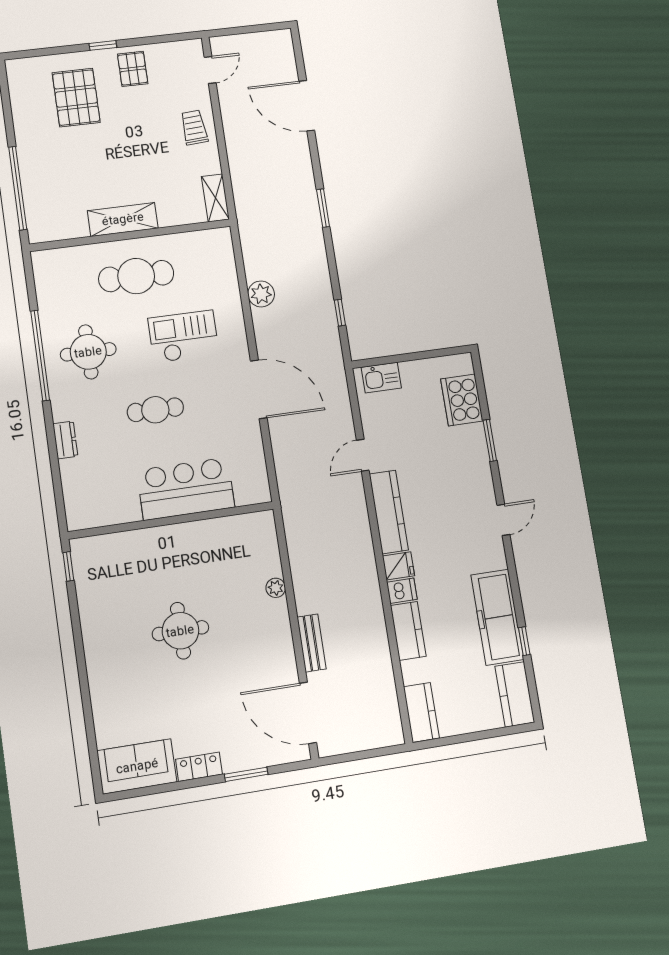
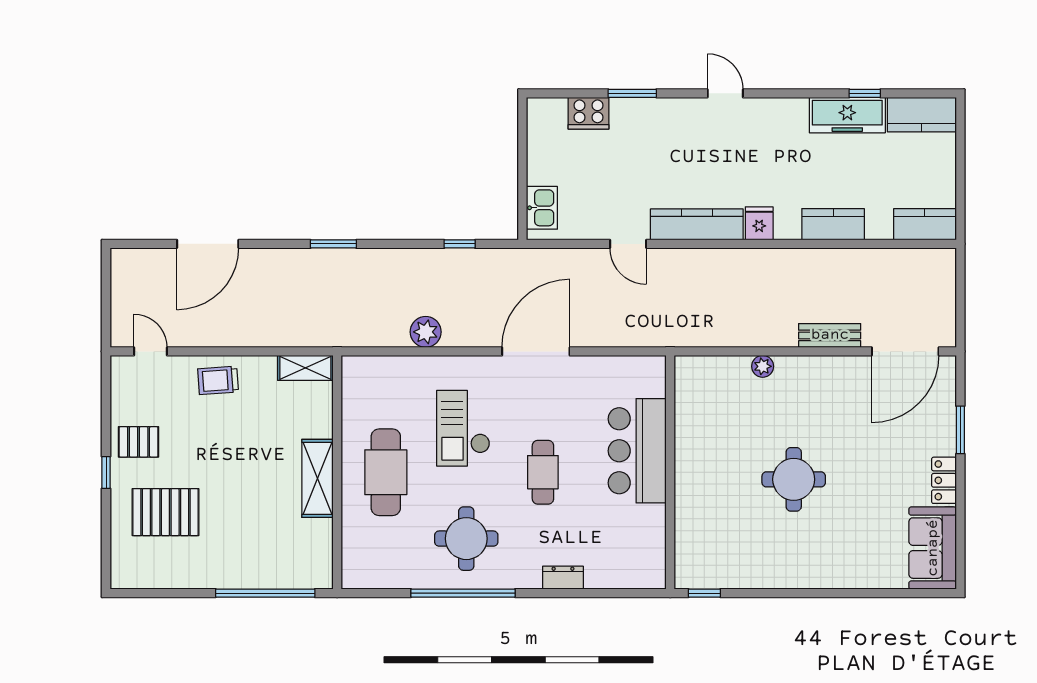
cooker: (462, 400) -> (589, 113), width x0.73, depth x0.76
dishwasher: (402, 591) -> (787, 224), removed
freezer: (497, 617) -> (847, 115), width x0.73, depth x0.79

